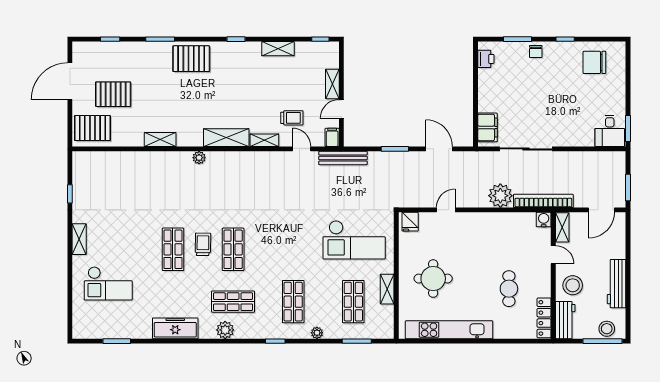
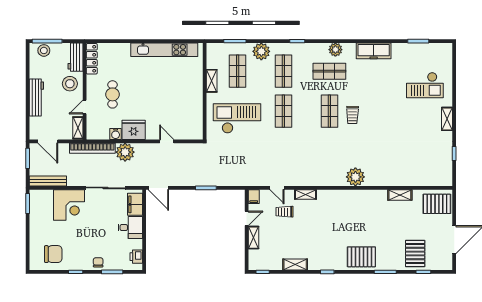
pallet: (113, 94) -> (415, 254), moved, turned 90
corner desk: (574, 127) -> (69, 205), added
desk: (610, 131) -> (130, 228), moved, turned 90
shelving: (226, 138) -> (335, 197), removed
shelving: (160, 140) -> (400, 195), moved
door: (439, 149) -> (158, 188), moved
plant: (199, 158) -> (355, 177), width x1.88, depth x1.88
bench: (343, 158) -> (48, 181), moved
door: (446, 210) -> (167, 141), swing flipped
door: (601, 210) -> (48, 141), swing flipped
water cooler: (544, 220) -> (116, 134), moved
fridge: (410, 222) -> (134, 130), moved, width x1.88, depth x1.34
shop shelf: (173, 249) -> (283, 111), moved
door: (553, 255) -> (85, 107), hinge flipped
round table: (433, 279) -> (177, 89), removed
checkout: (108, 283) -> (425, 85), turned 180
workbench: (617, 284) -> (36, 97), moved
cafe table: (509, 289) -> (112, 94), moved
plant: (317, 333) -> (261, 51), width x1.88, depth x1.88

